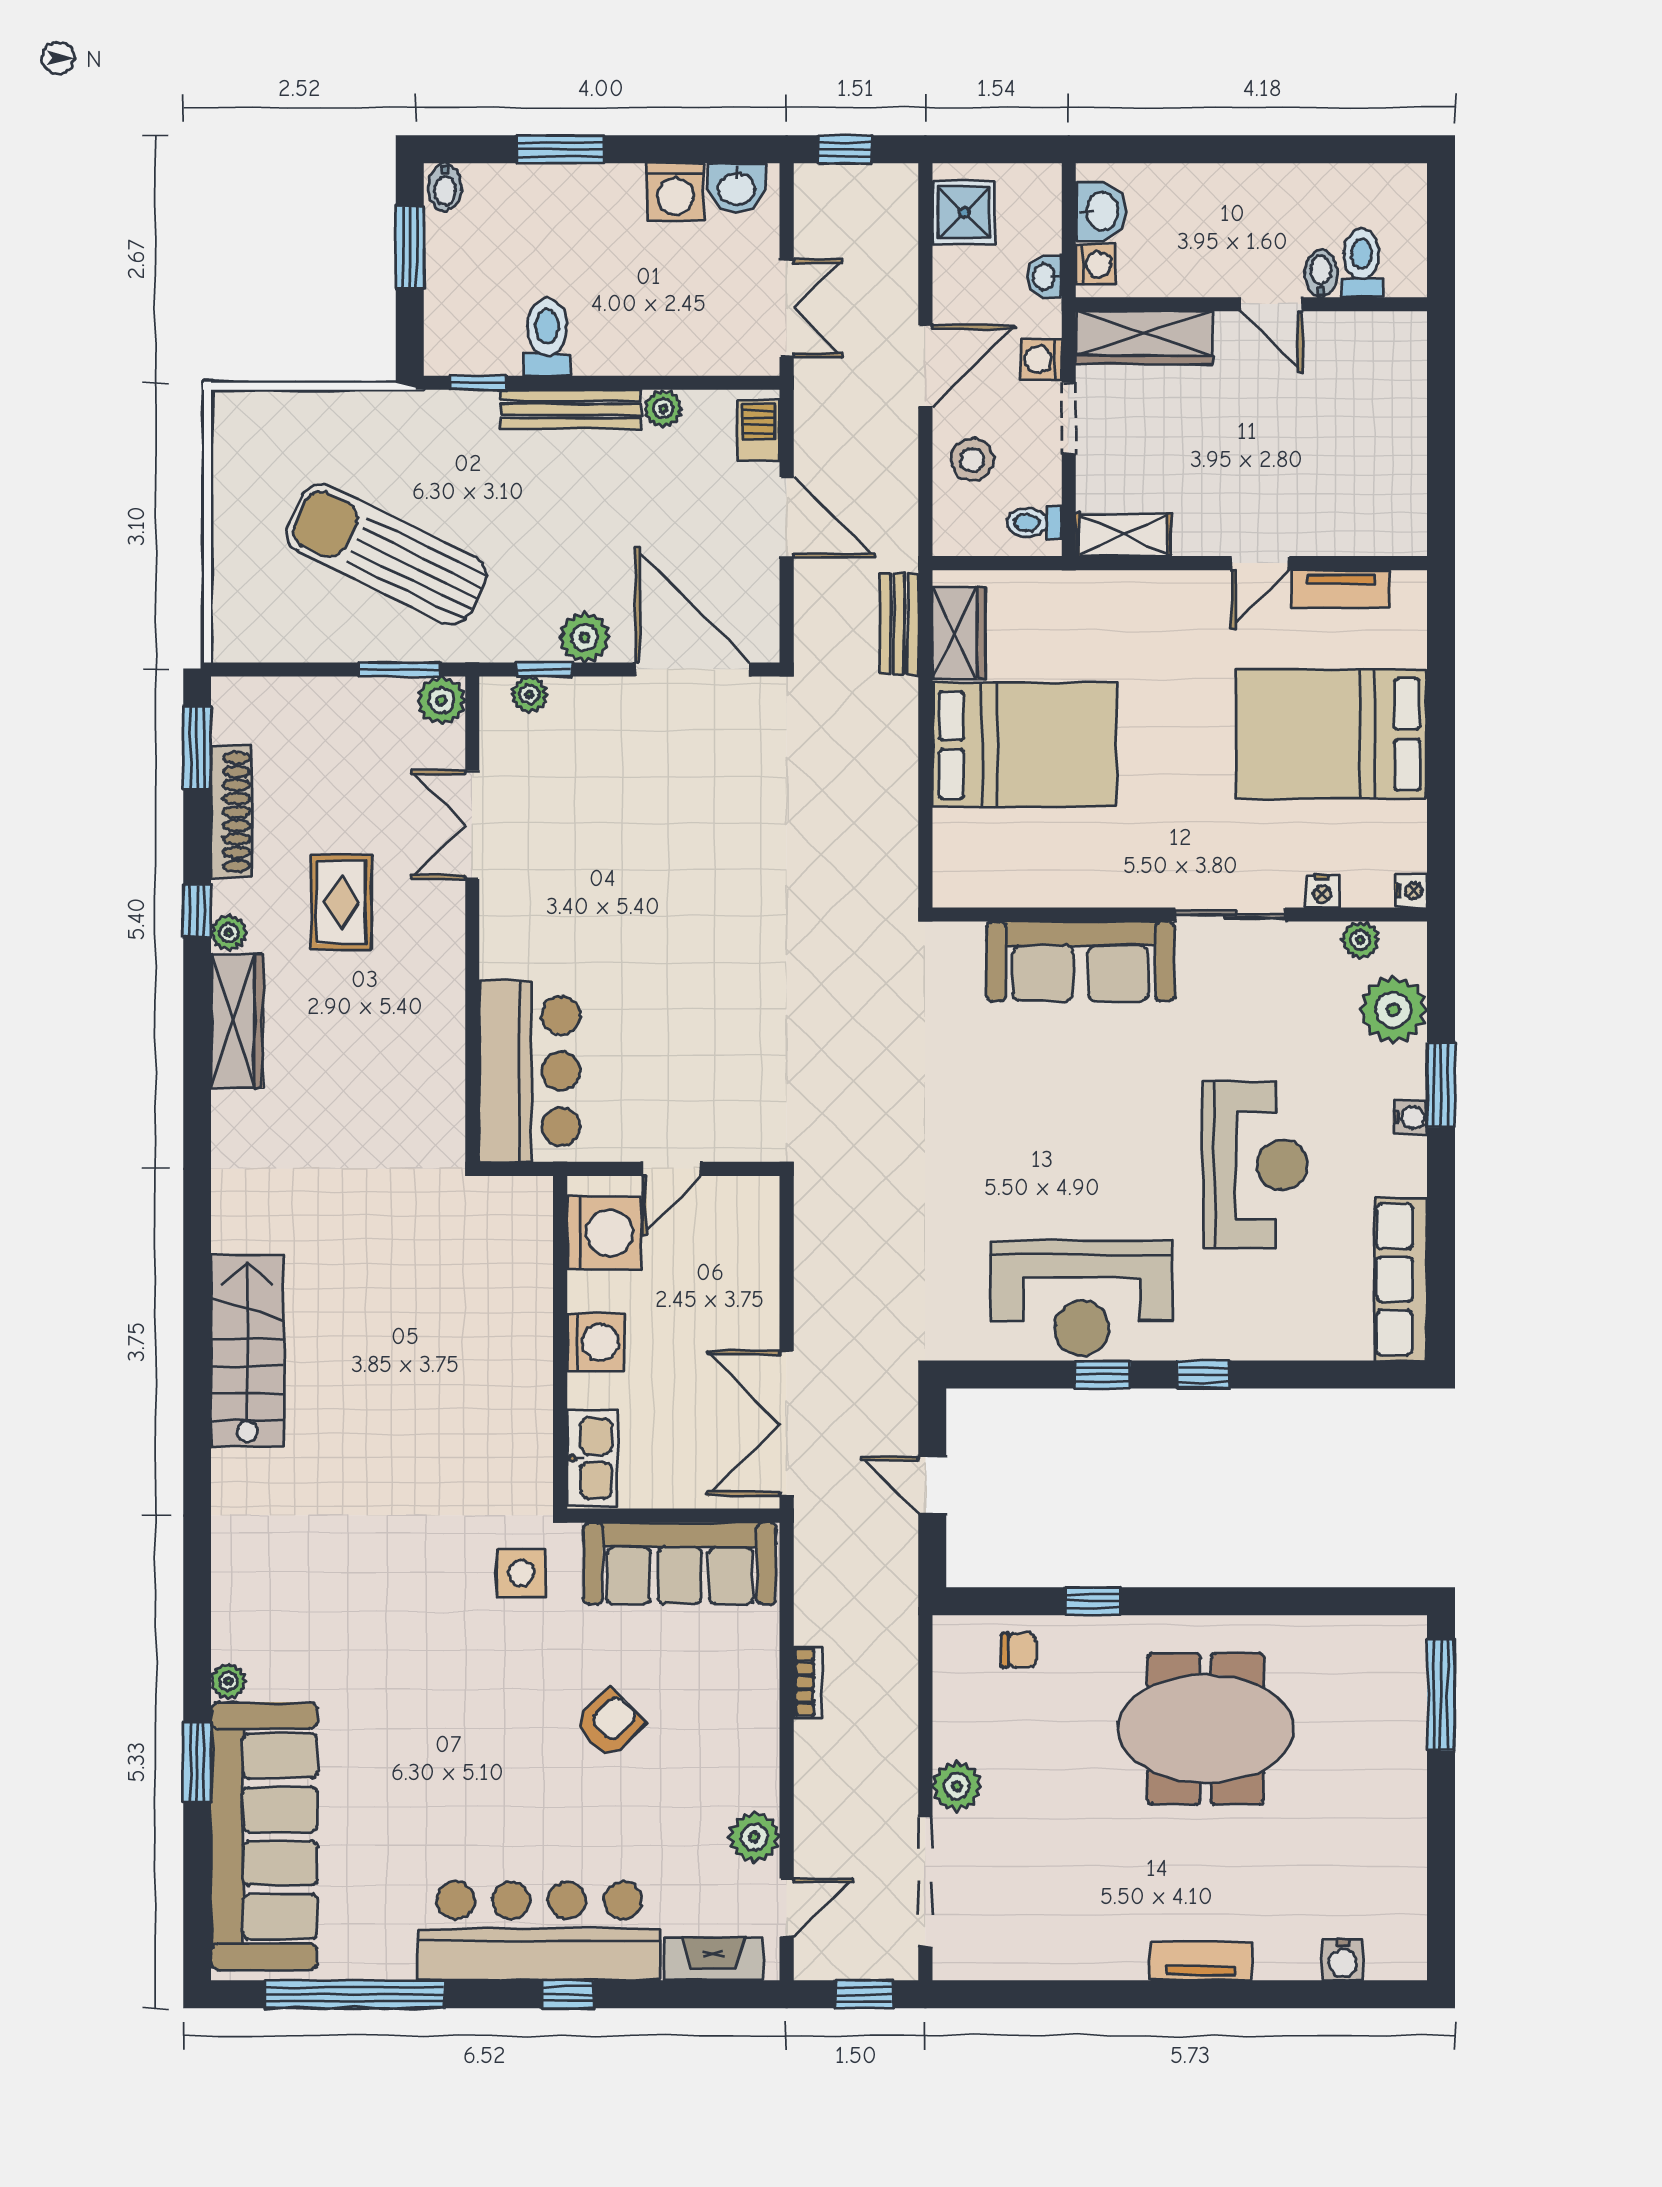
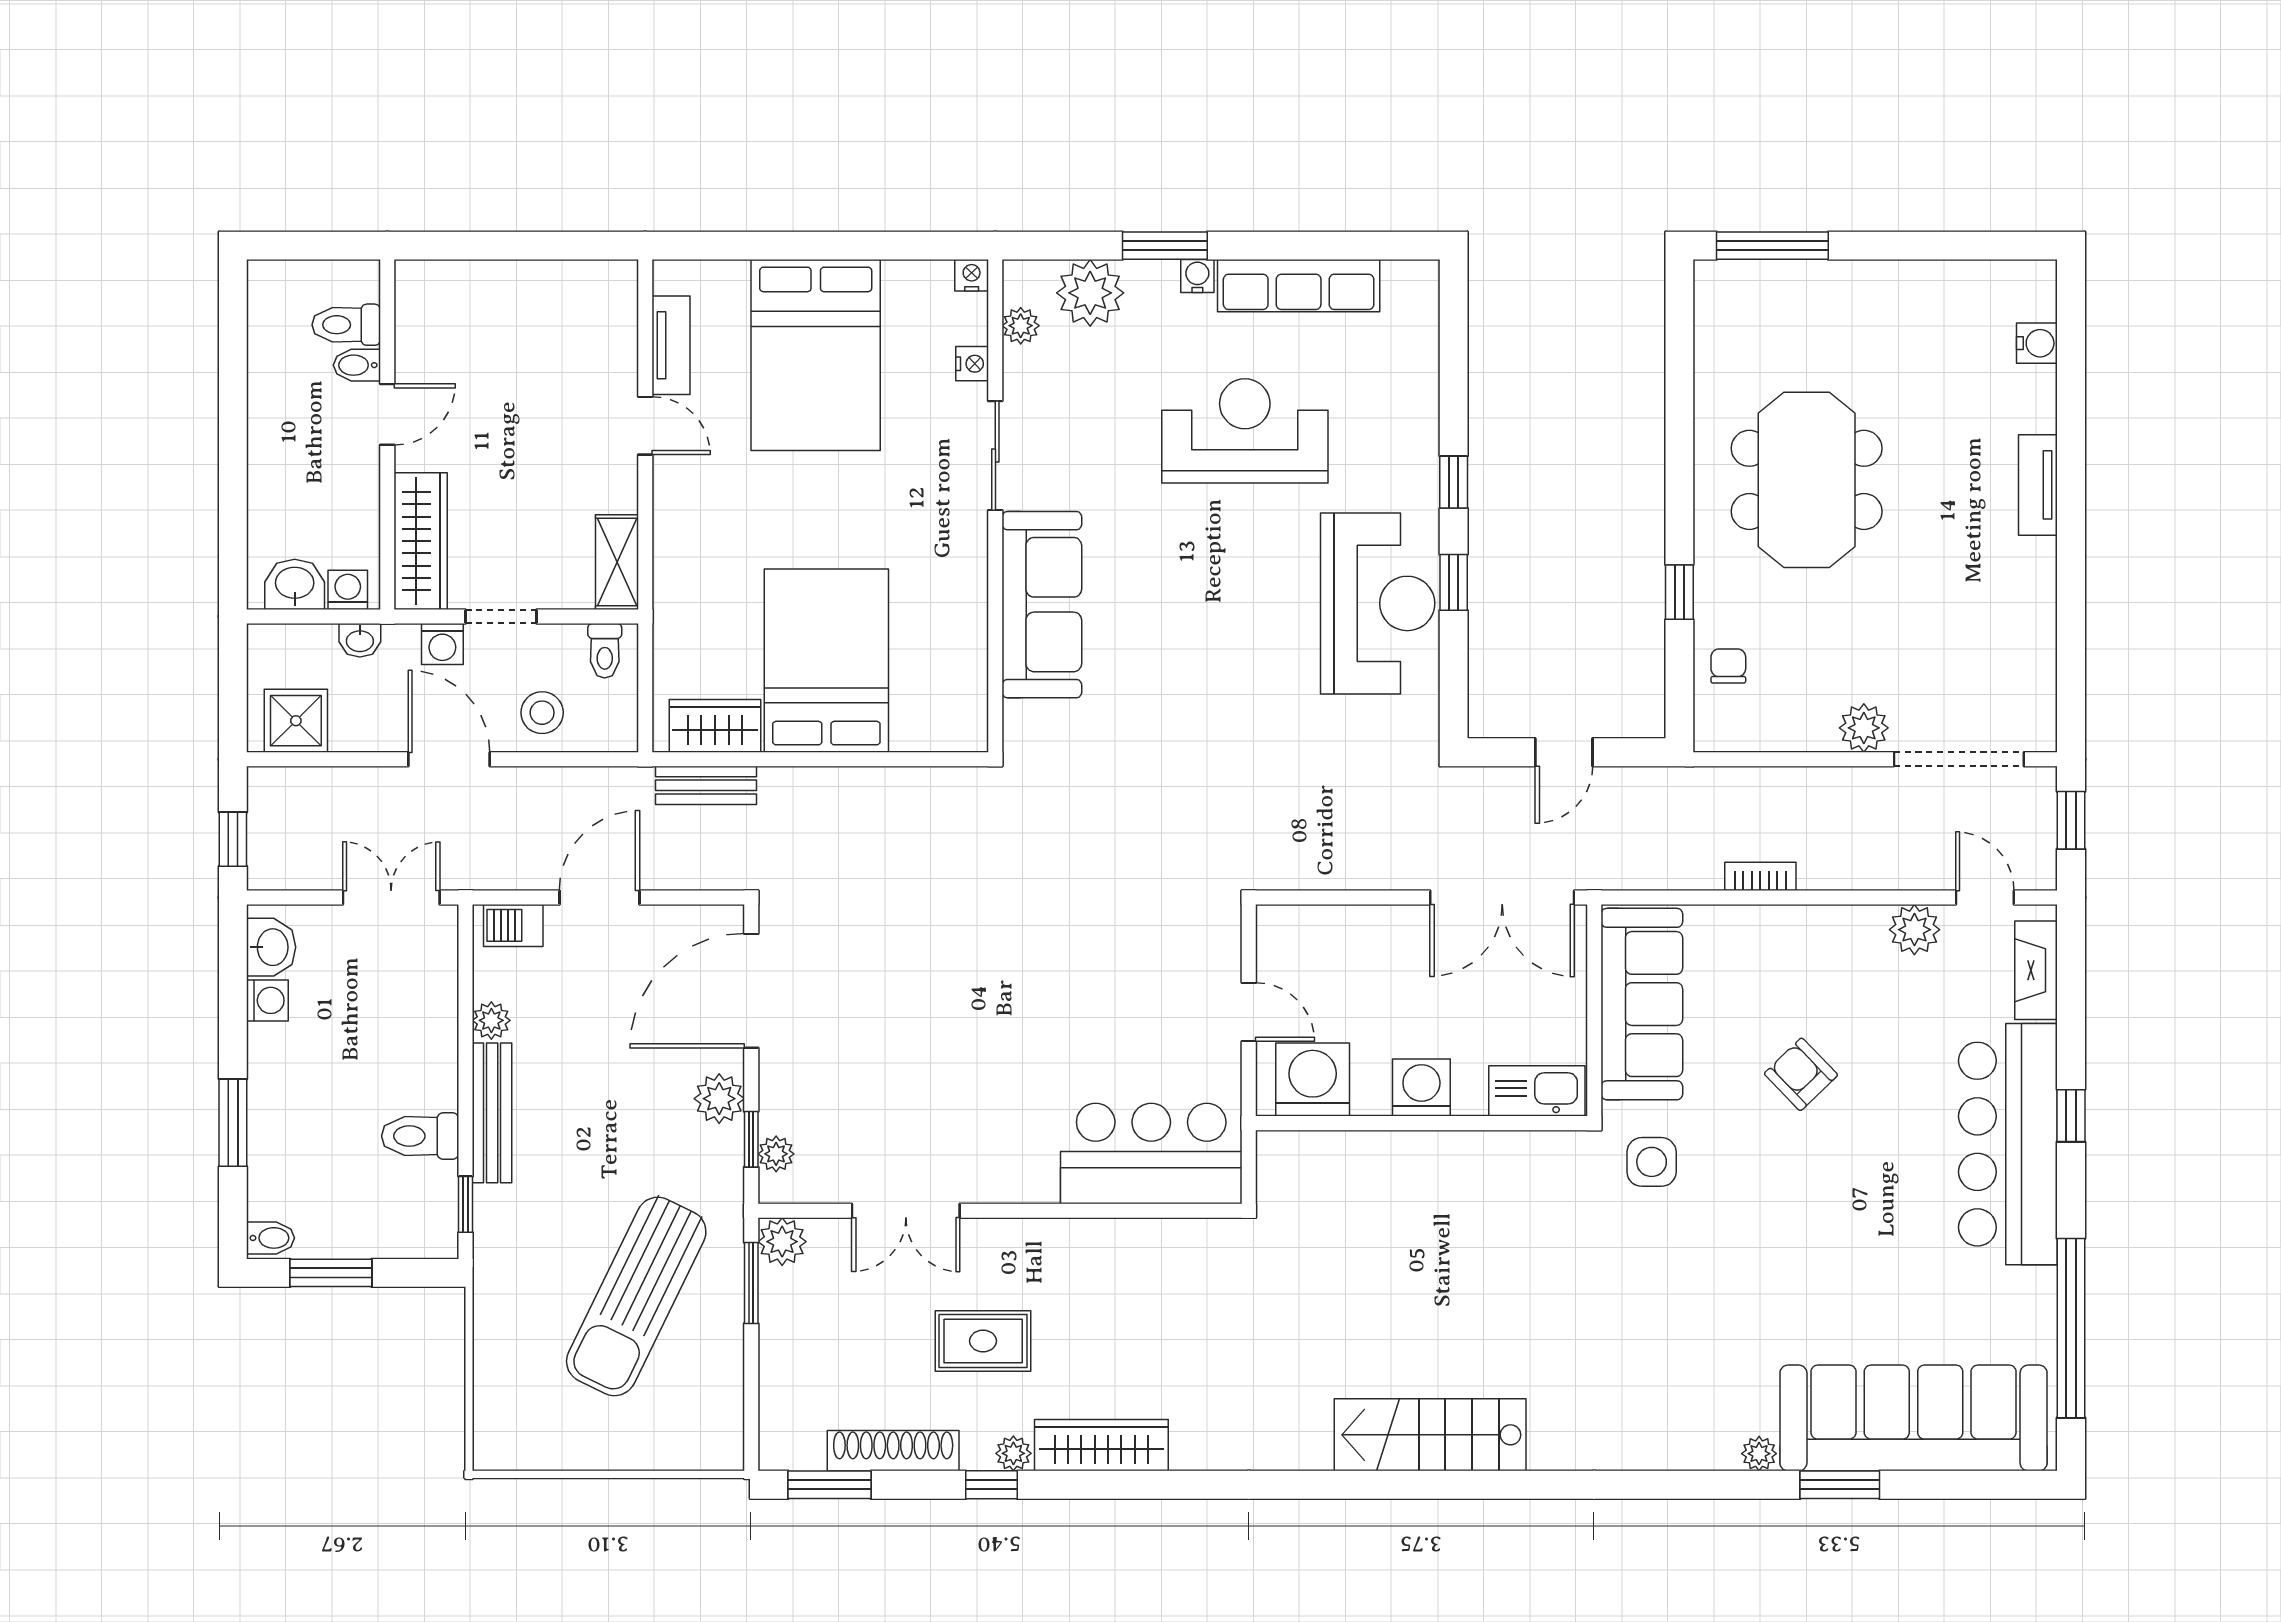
washing machine: (675, 192) -> (267, 1000), width x0.73, depth x0.73
row of seats: (1401, 1279) -> (1299, 286), moved

